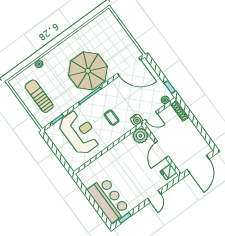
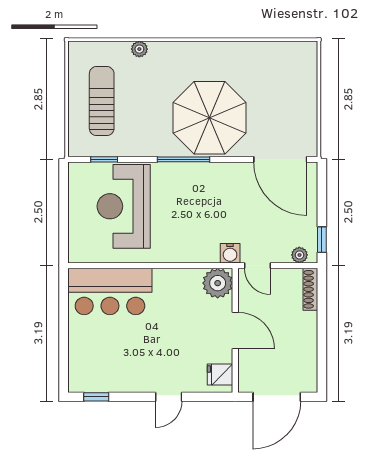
coffee table: (112, 118) -> (193, 221), removed
reception desk: (79, 132) -> (124, 206), turned 180
door: (162, 150) -> (235, 331), swing flipped
bar counter: (109, 200) -> (110, 291), moved, turned 90

